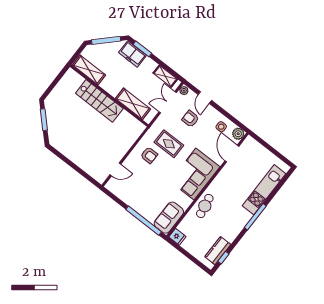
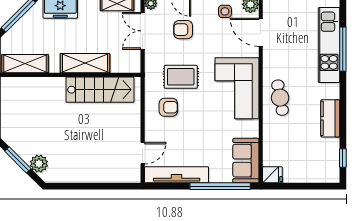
stairs: (99, 101) -> (100, 90), moved
shelving: (133, 104) -> (85, 63), moved
plant: (54, 131) -> (39, 164), added
tv unit: (125, 196) -> (177, 175), added
cafe table: (205, 206) -> (280, 98), moved
window: (255, 217) -> (343, 49), moved
kitchen counter: (218, 251) -> (330, 118), moved

